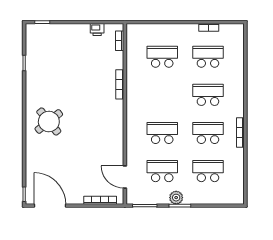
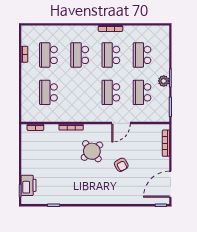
printer: (97, 30) -> (29, 185), moved, width x1.87, depth x1.48
round table: (49, 121) -> (92, 151), moved
armchair: (74, 146) -> (121, 165), added
door: (125, 177) -> (121, 123), moved

